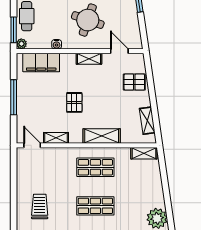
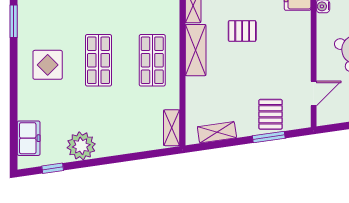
shelving: (89, 59) -> (303, 51), removed
window: (151, 83) -> (269, 137), added
shelving: (102, 136) -> (196, 50), moved

